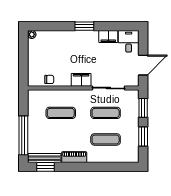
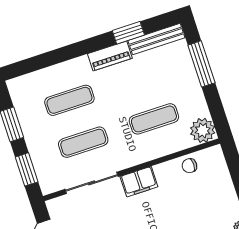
plant: (35, 97) -> (203, 130), added
window: (23, 135) -> (201, 64), width x0.68
window: (45, 167) -> (128, 33), moved

